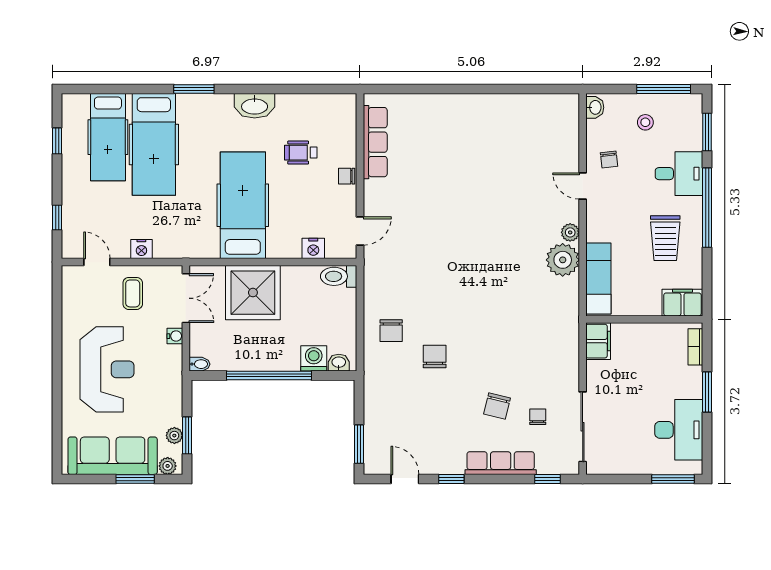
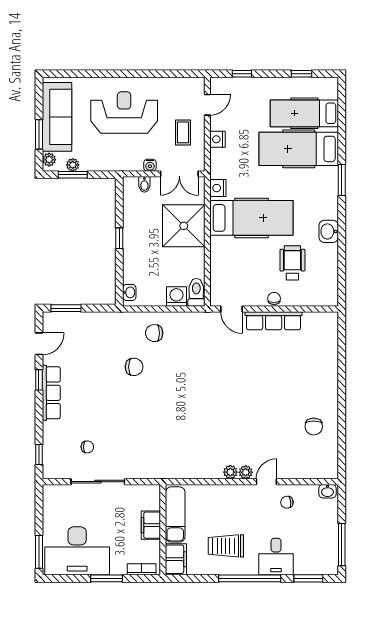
washbasin: (255, 106) -> (329, 231), width x0.72
stool: (645, 122) -> (316, 530), removed
row of seats: (375, 142) -> (274, 321), moved
wheelchair: (301, 153) -> (292, 263), width x1.36, depth x1.37
nightstand: (313, 248) -> (218, 188), moved
plant: (563, 260) -> (246, 472), moved, width x0.53, depth x0.53
exam couch: (598, 278) -> (175, 514), moved, turned -90
coffee table: (133, 293) -> (183, 132), turned 90
filing cabinet: (598, 341) -> (151, 525), moved, turned 90
washing machine: (314, 358) -> (176, 296), moved, turned -90
bidet: (200, 364) -> (144, 184), moved
reception desk: (107, 369) -> (124, 113), turned 180
window: (269, 375) -> (119, 238), width x0.32
chair: (497, 406) -> (314, 427), moved, turned -104
sliding door: (583, 427) -> (98, 482), moved
desk: (679, 430) -> (77, 551), width x1.36, depth x1.30
row of seats: (501, 463) -> (51, 393), moved

